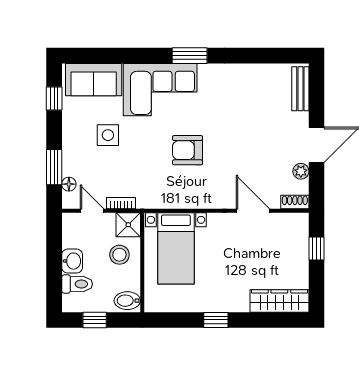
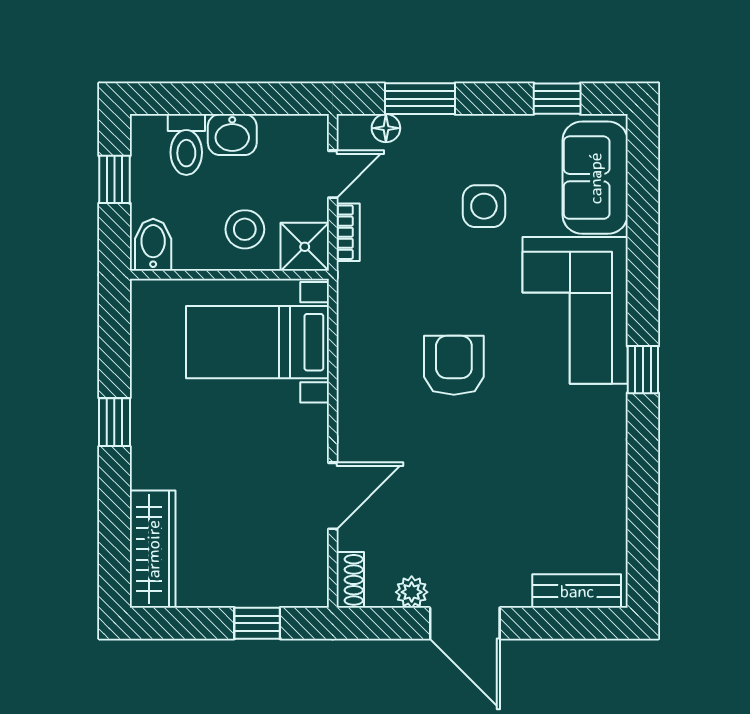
window: (190, 56) -> (643, 370), width x0.67

